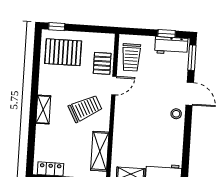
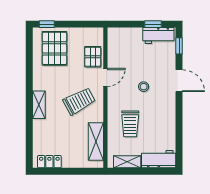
pallet: (63, 52) -> (54, 48), turned 90
trolley: (131, 57) -> (130, 124), moved
window: (192, 58) -> (179, 46), width x0.67
stool: (176, 114) -> (144, 87), moved

